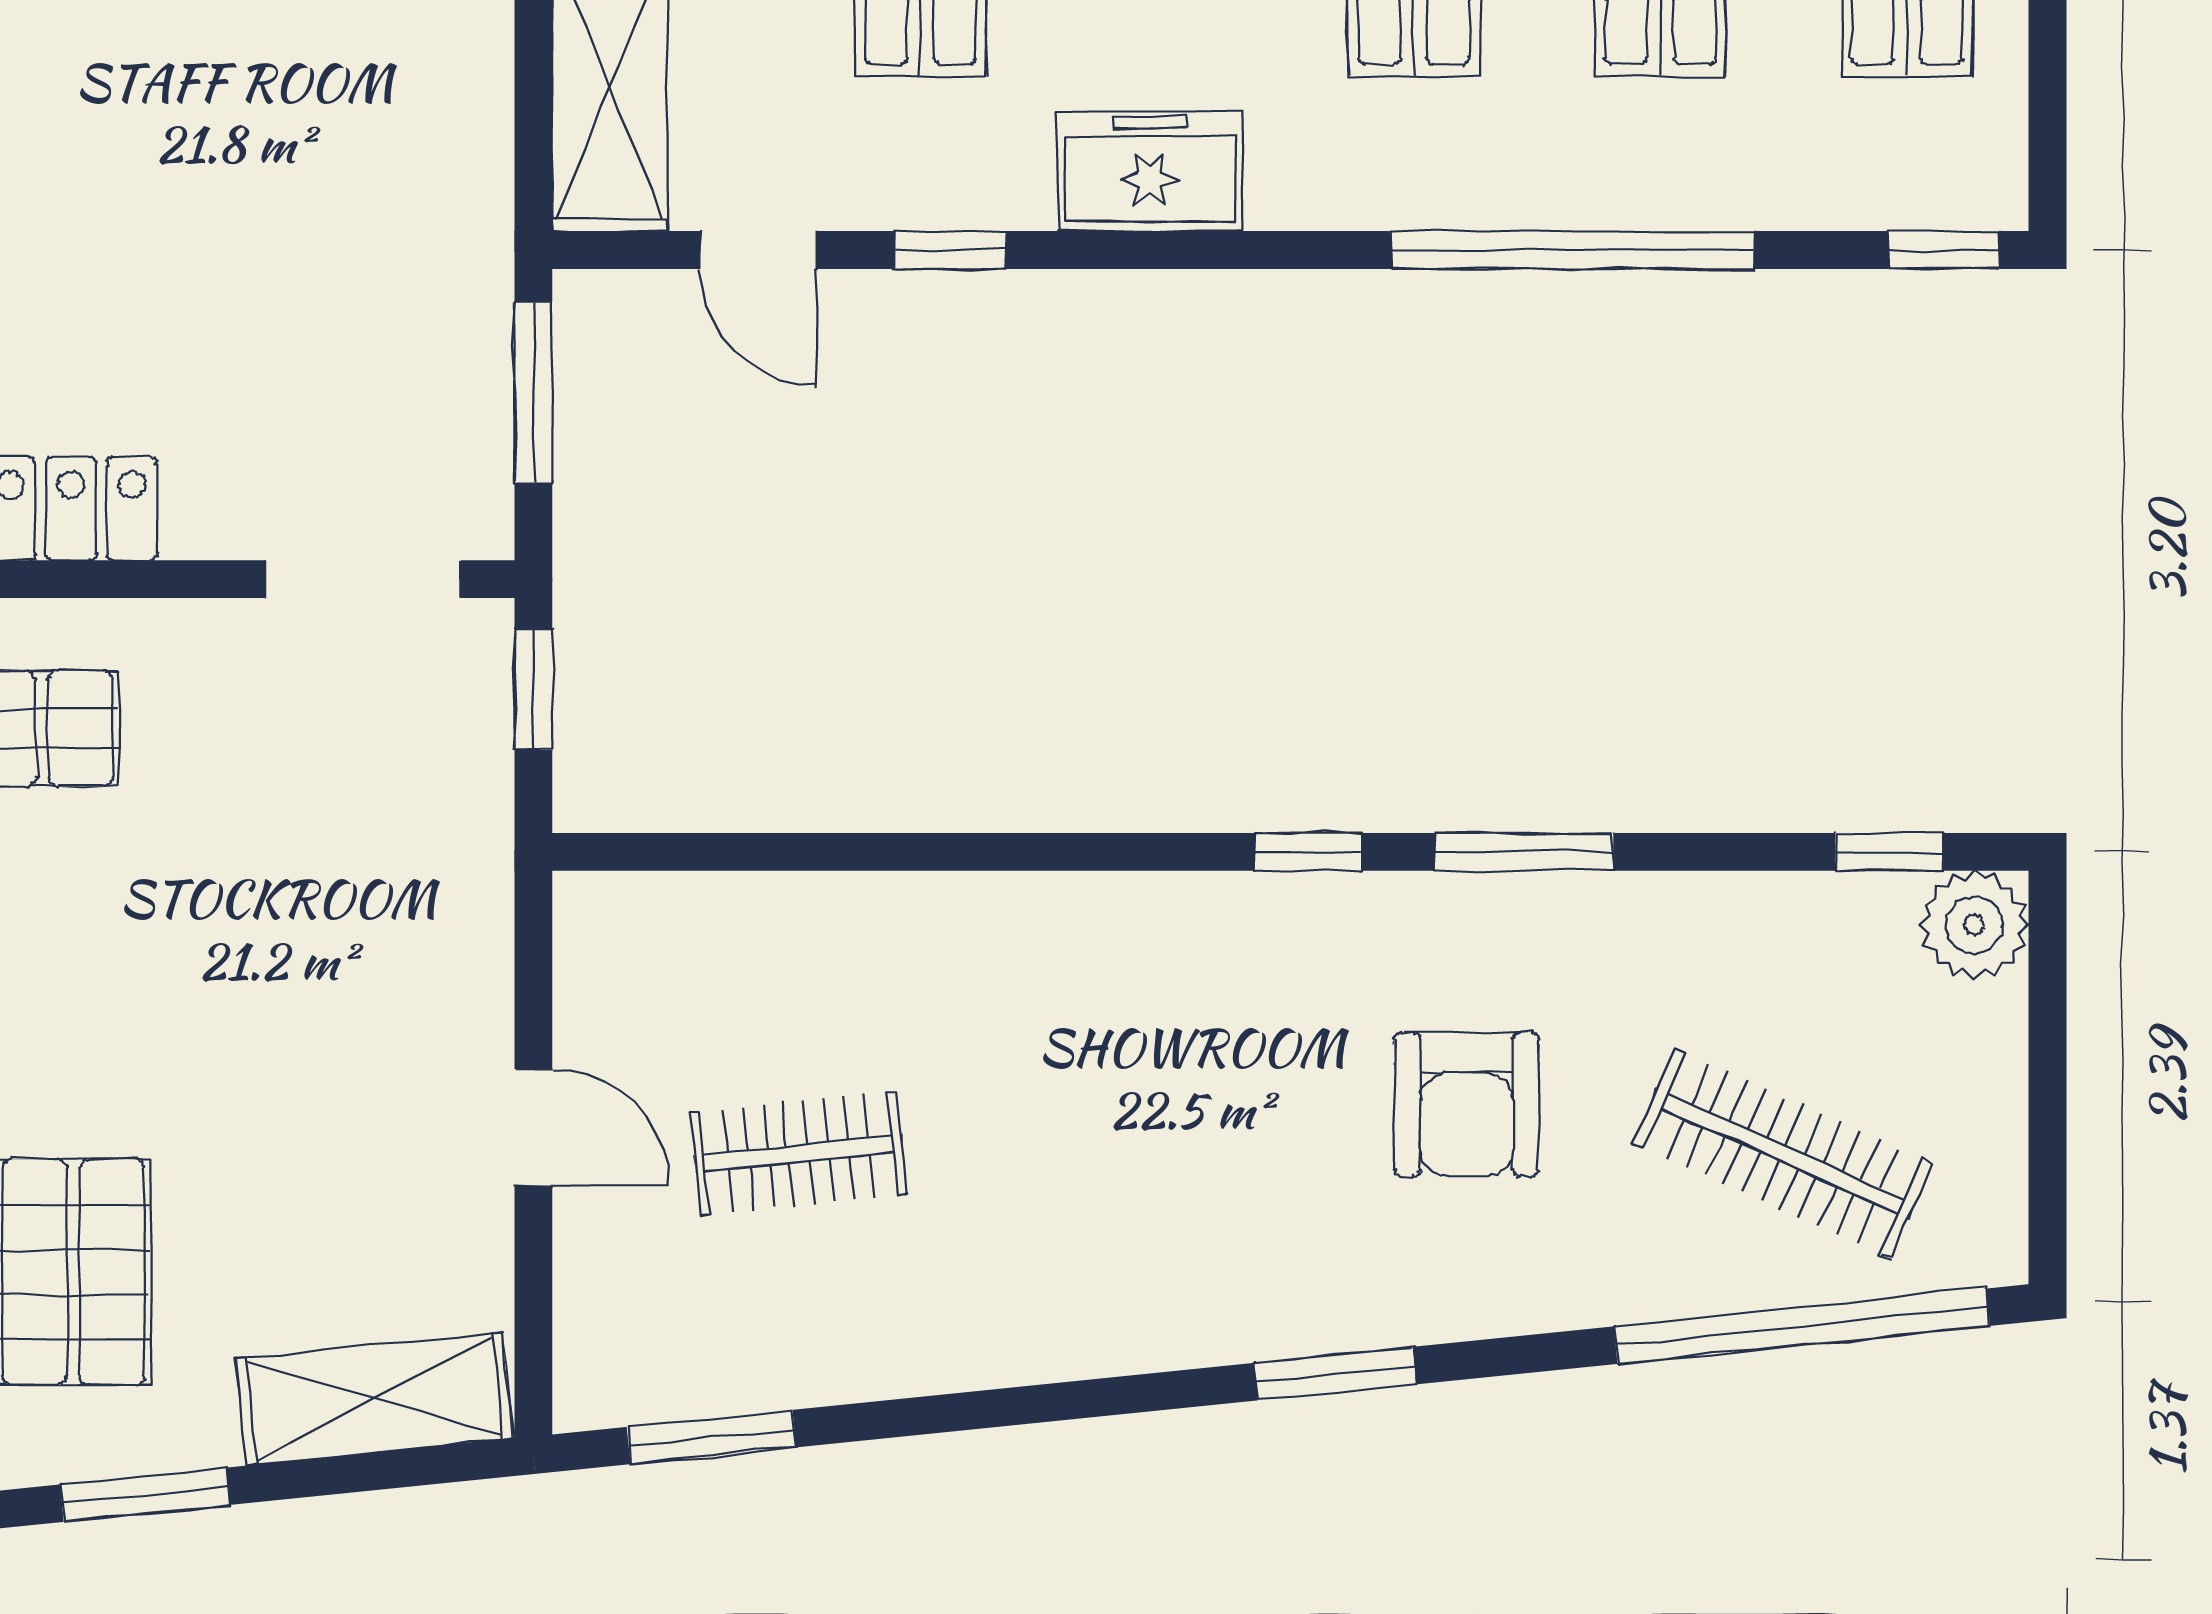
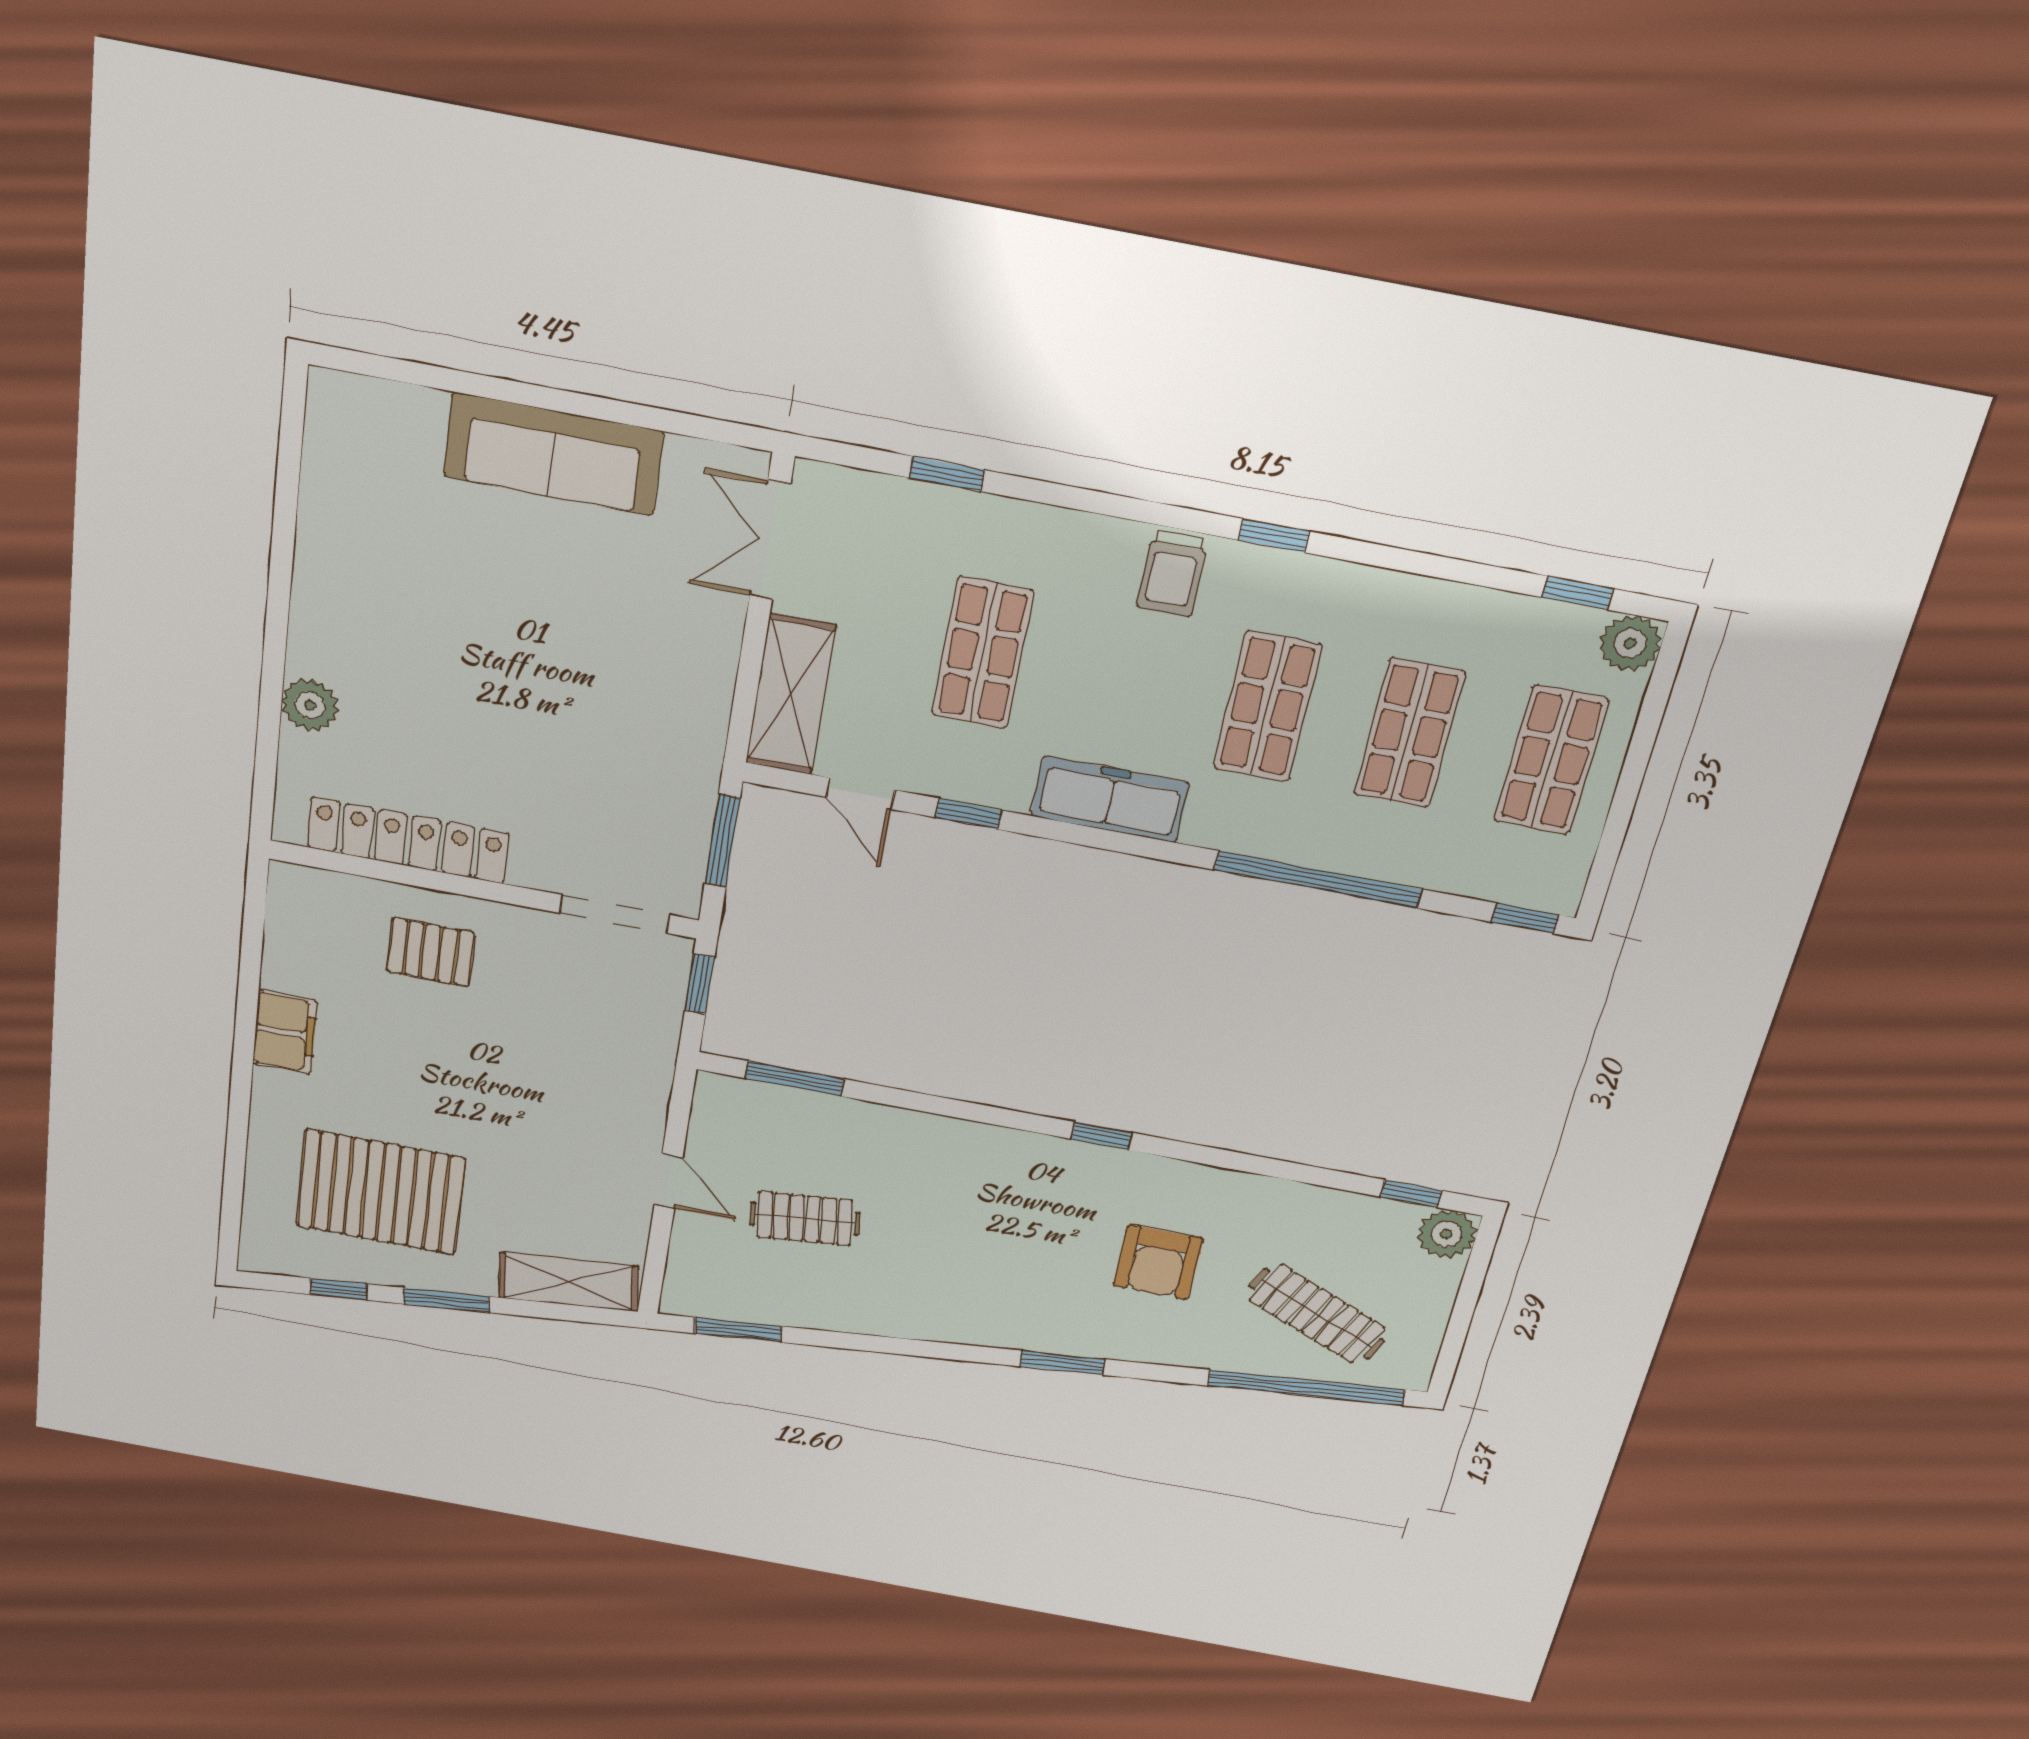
freezer: (1150, 171) -> (1110, 799), width x1.40
window: (1524, 852) -> (794, 1079), moved

